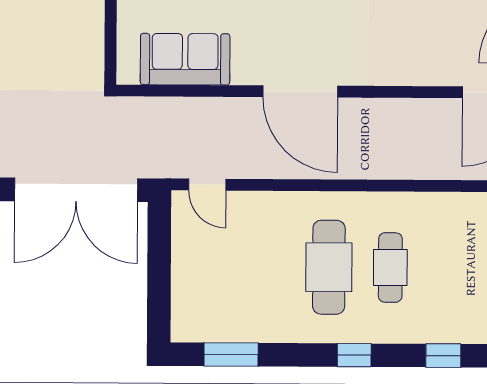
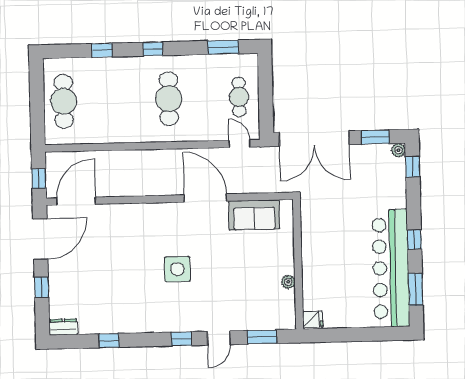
door: (300, 91) -> (205, 198), moved
double door: (76, 190) -> (314, 139), swing flipped
cafe table: (390, 268) -> (239, 97), moved

